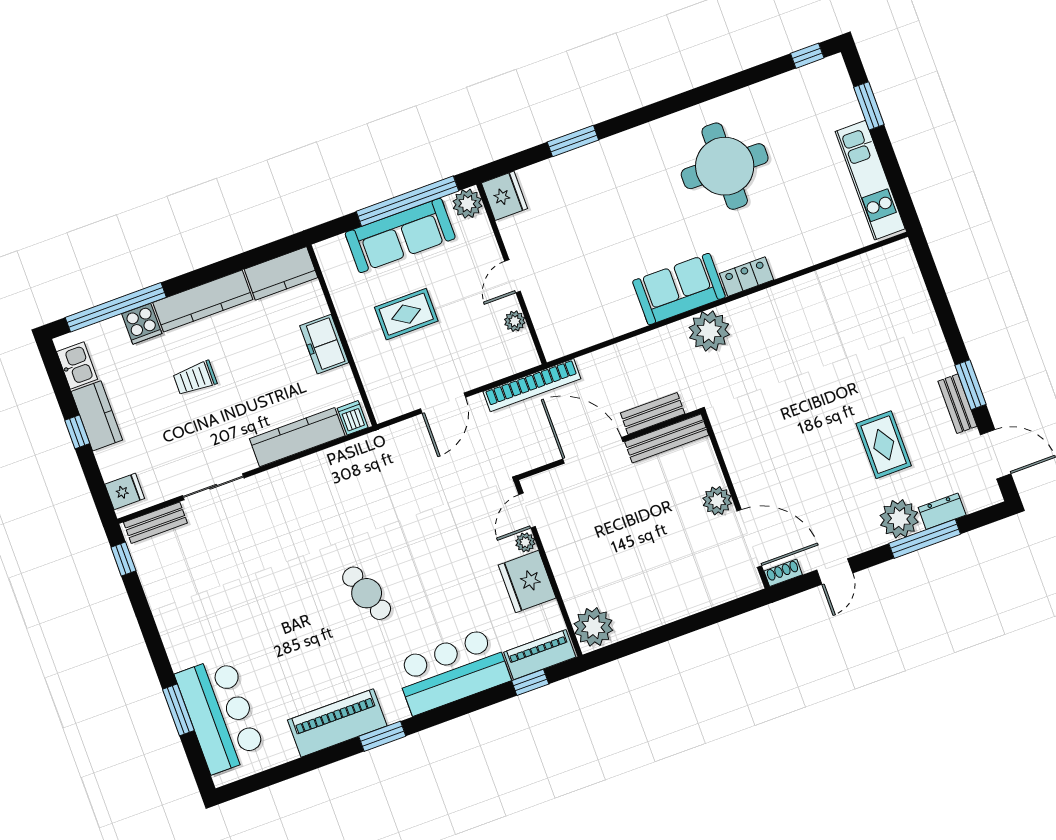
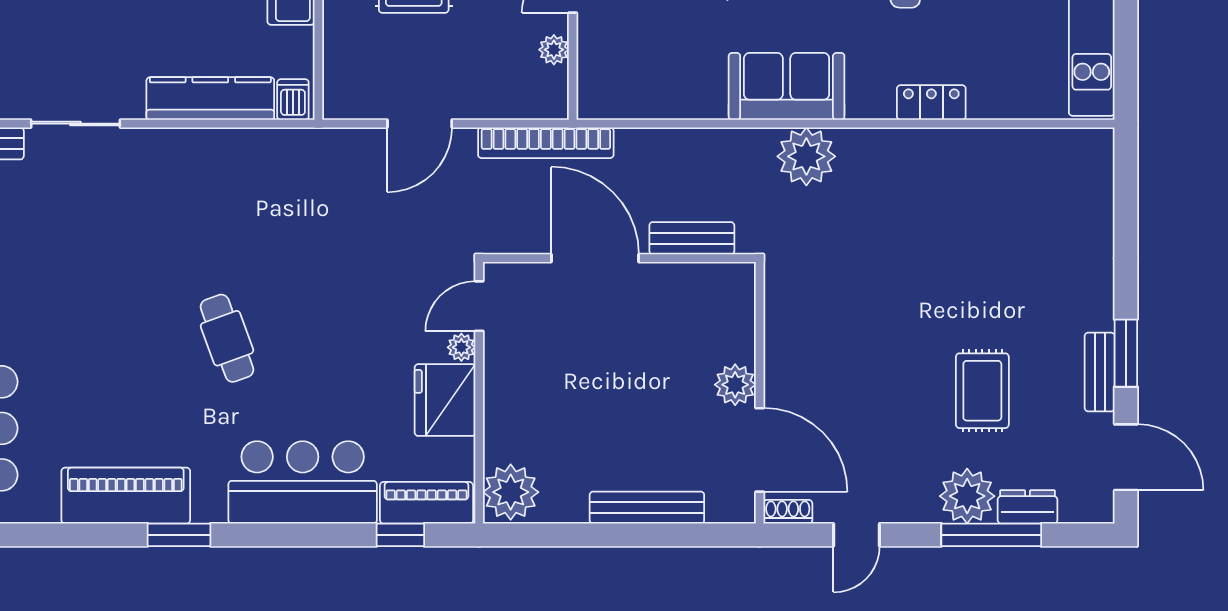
locker: (747, 277) -> (931, 102), moved
bench: (667, 438) -> (647, 508), moved

